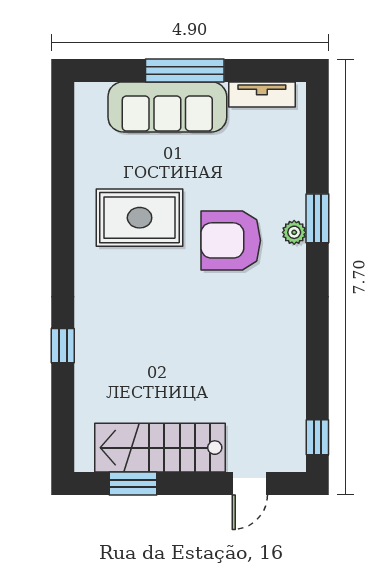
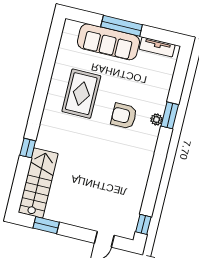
rug: (140, 218) -> (81, 94), turned 90
armchair: (231, 240) -> (124, 116), width x0.73, depth x0.73
stairs: (160, 448) -> (38, 183), moved, turned 90

